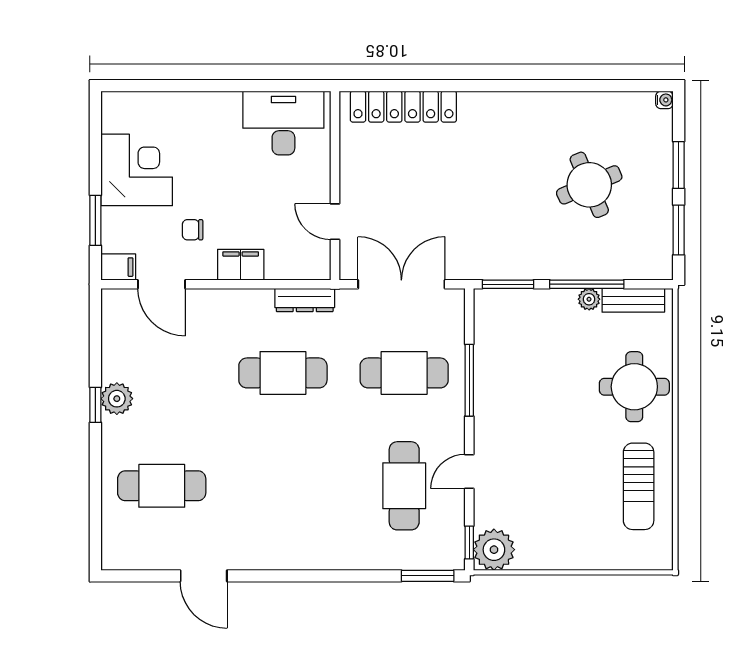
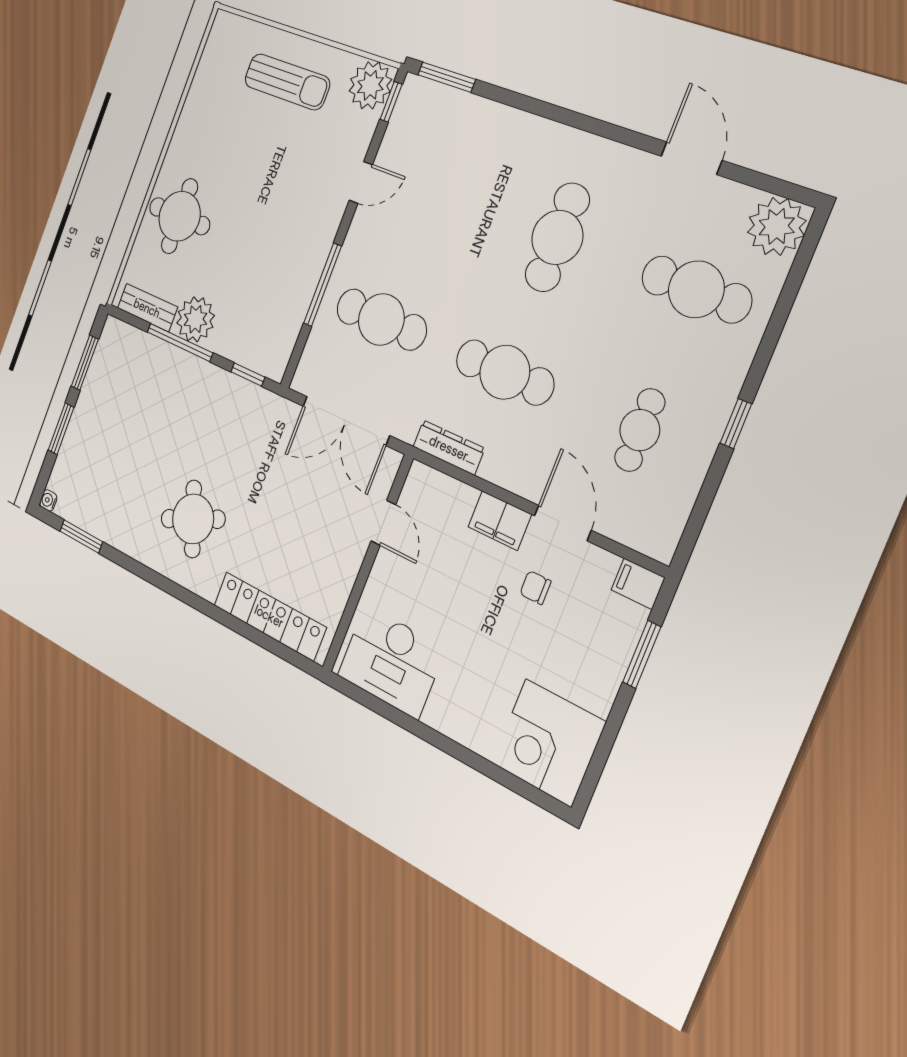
window: (615, 86) -> (81, 536), added
corner desk: (137, 170) -> (548, 743), moved
round table: (589, 185) -> (193, 519), moved
chair: (193, 230) -> (535, 588), turned 180
door: (161, 284) -> (563, 523), moved
window: (508, 284) -> (248, 375), width x0.67
plant: (589, 299) -> (195, 319), width x1.88, depth x1.88
cafe table: (162, 373) -> (640, 430), added
plant: (117, 399) -> (777, 226), moved, width x1.36, depth x1.36
cafe table: (404, 486) -> (557, 237), moved
sun lounger: (639, 486) -> (287, 82), moved, turned 90

